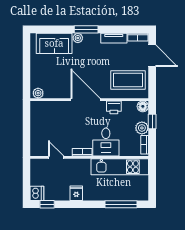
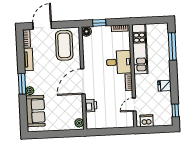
printer: (114, 107) -> (91, 105), moved
plant: (142, 128) -> (105, 31), removed
dishwasher: (37, 193) -> (147, 121), moved

